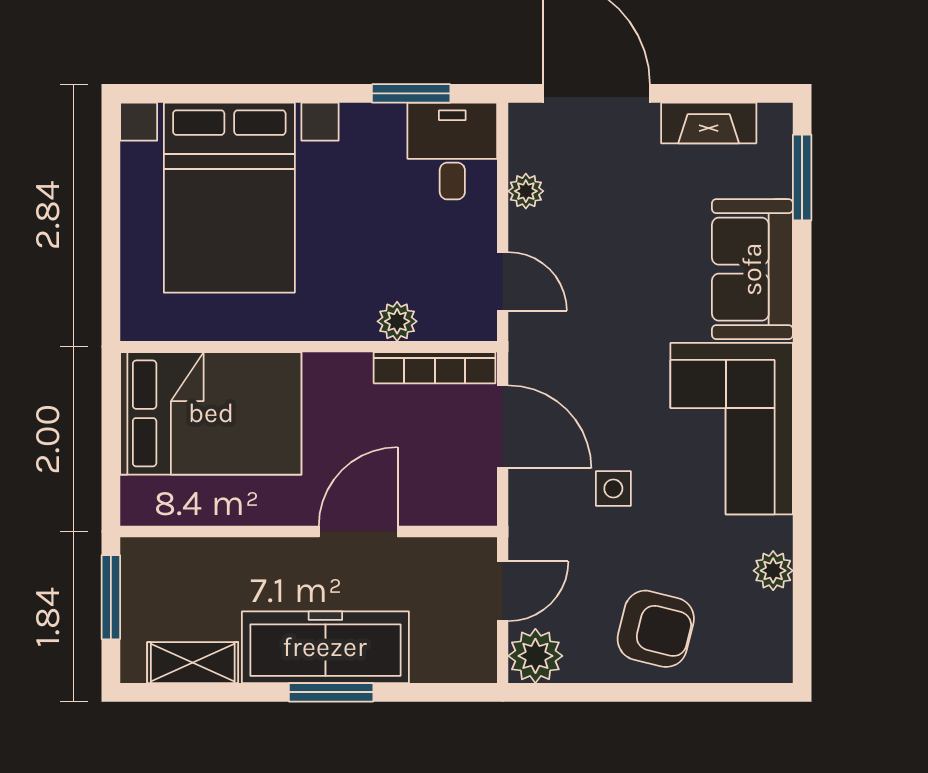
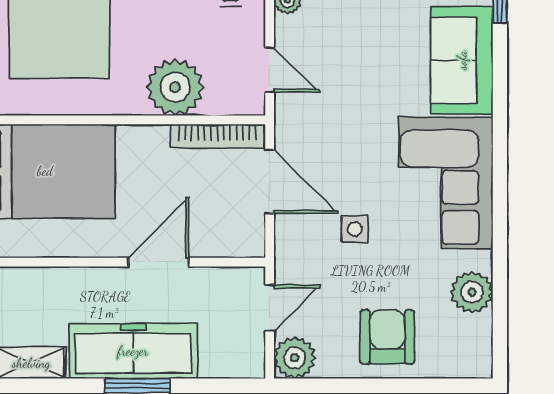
plant: (397, 321) -> (175, 87), width x1.88, depth x1.88
plant: (773, 571) -> (472, 292), width x1.38, depth x1.38
armchair: (656, 629) -> (387, 337), turned -104

